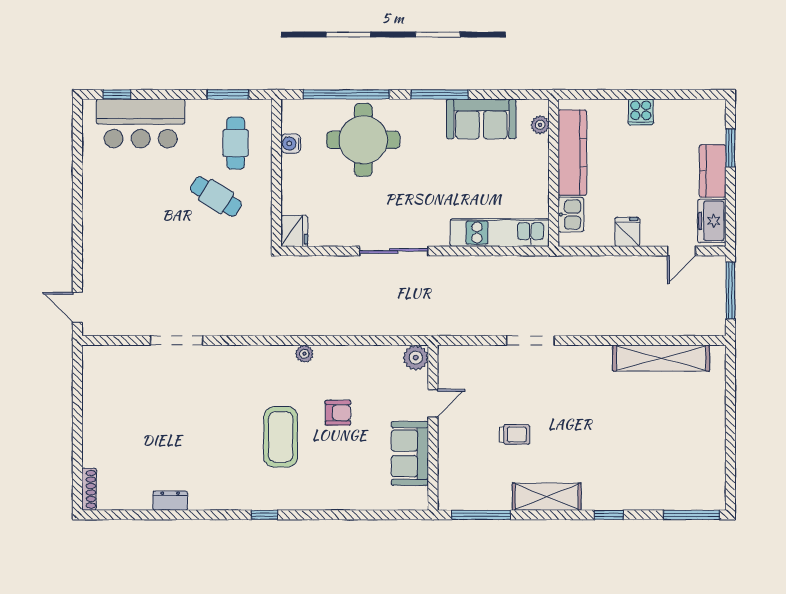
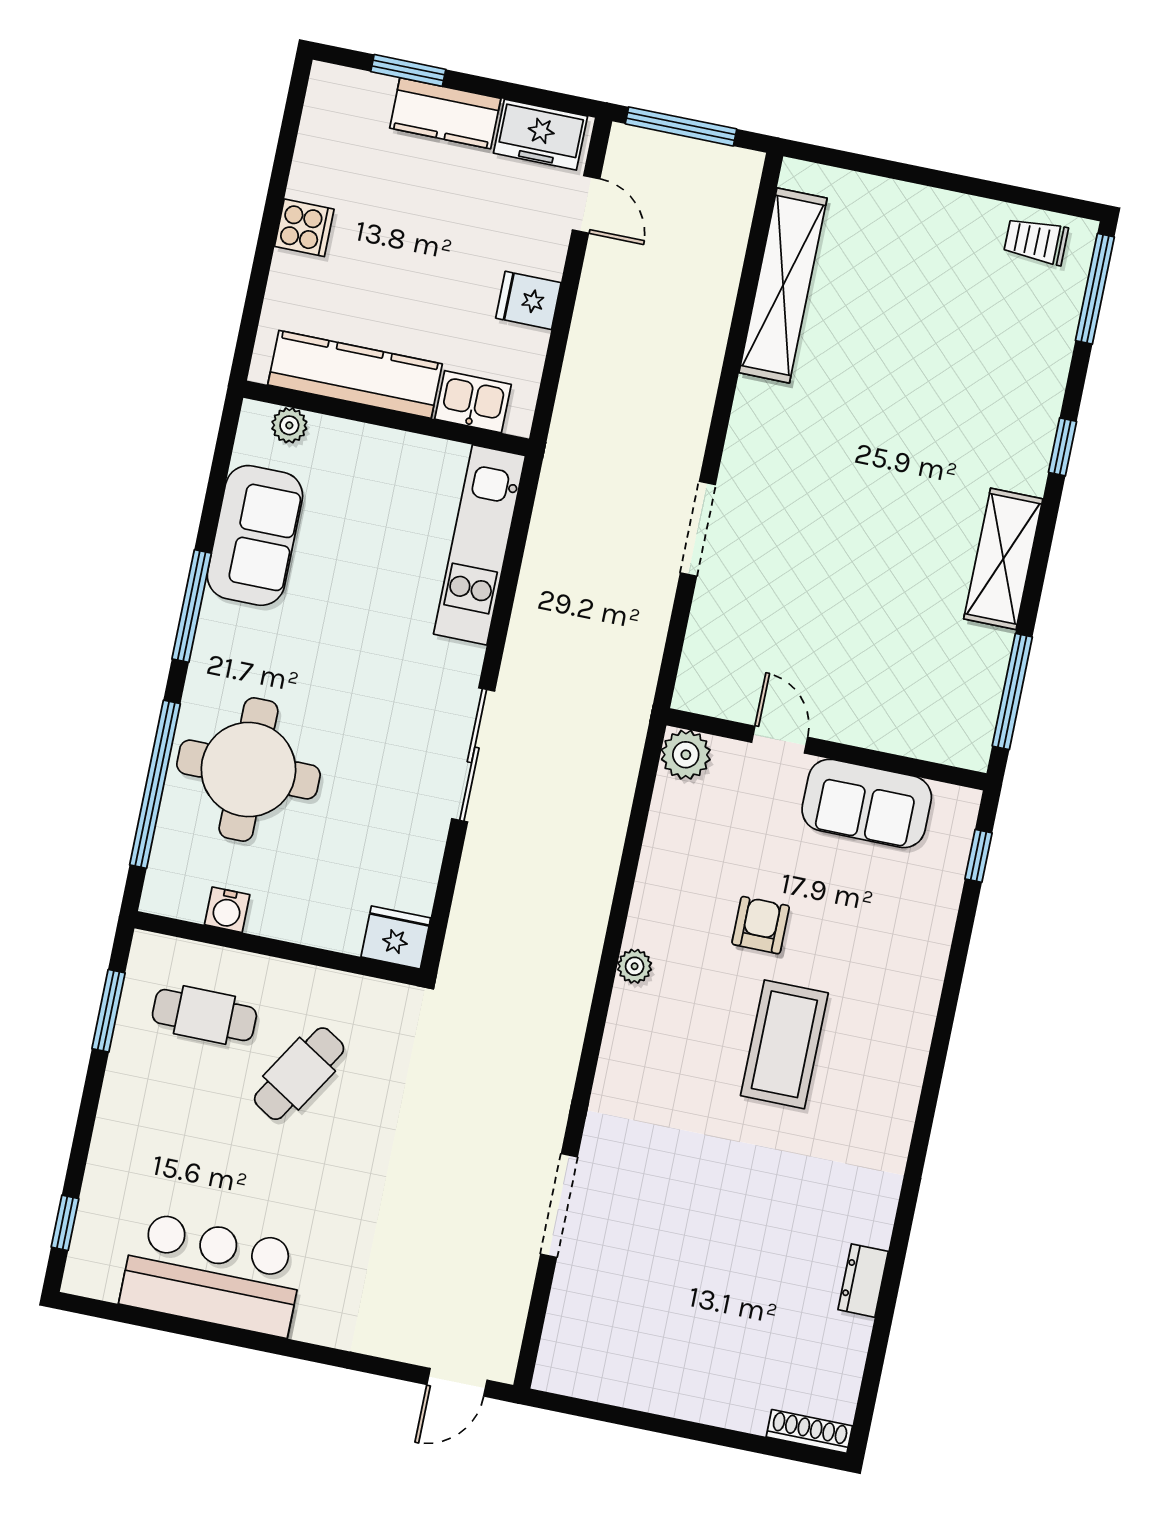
bar counter: (141, 123) -> (212, 1274), moved, turned -90
trolley: (515, 434) -> (1036, 241), moved, turned -90
coffee table: (281, 437) -> (784, 1044), turned 90
window: (265, 515) -> (979, 856), moved

